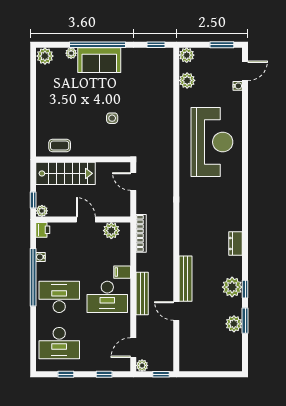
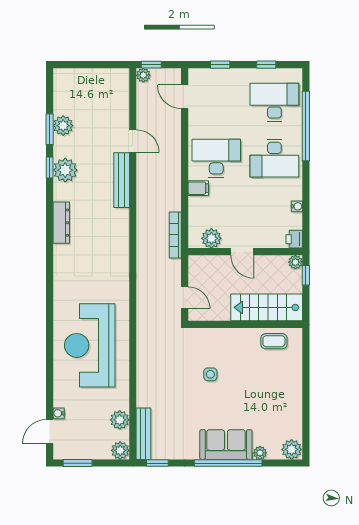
dresser: (236, 244) -> (61, 223), width x1.44
window: (33, 277) -> (306, 126), moved
bench: (142, 294) -> (143, 434), moved
door: (133, 348) -> (185, 97), swing flipped
plant: (142, 365) -> (143, 75), moved

